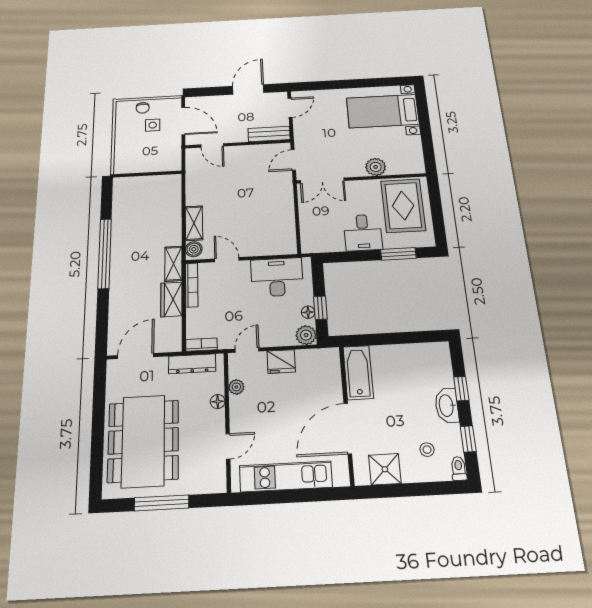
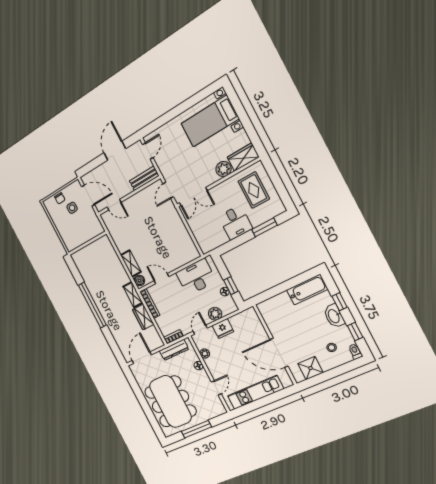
wardrobe: (406, 165) -> (243, 157), added
rug: (403, 206) -> (254, 190), width x0.73, depth x0.70
plant: (306, 335) -> (215, 314), moved
bathtub: (358, 372) -> (307, 290), moved, turned 90
door: (348, 428) -> (279, 353), hinge flipped

